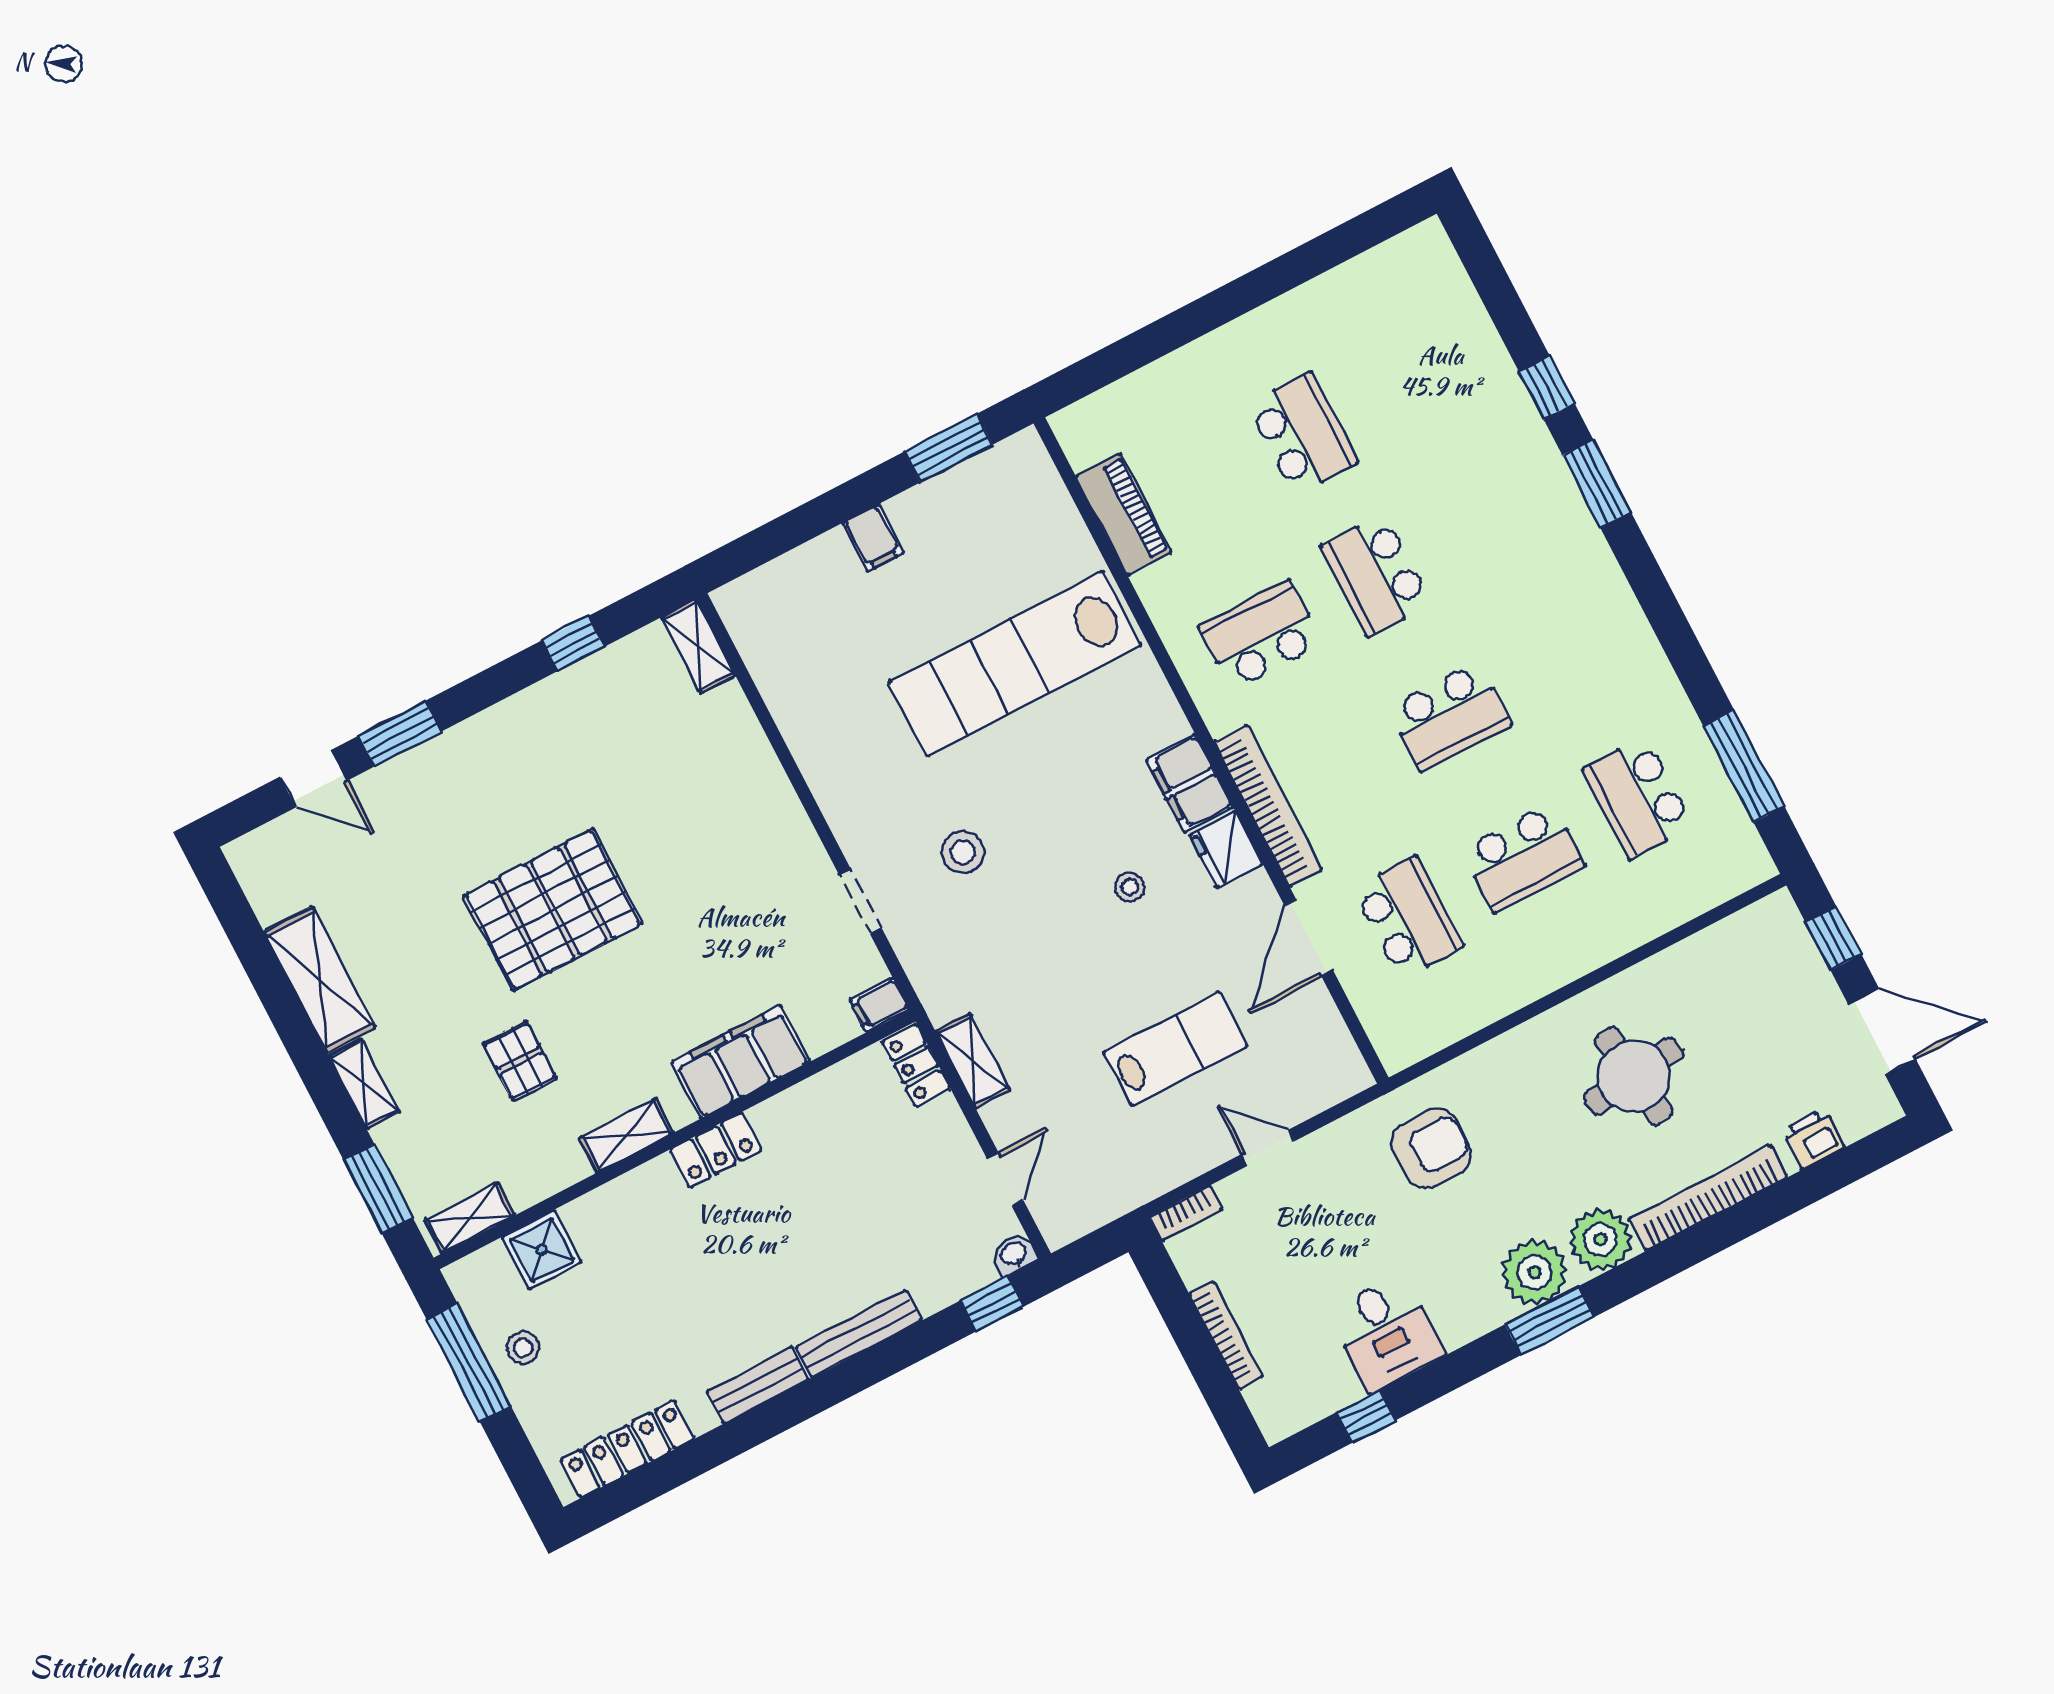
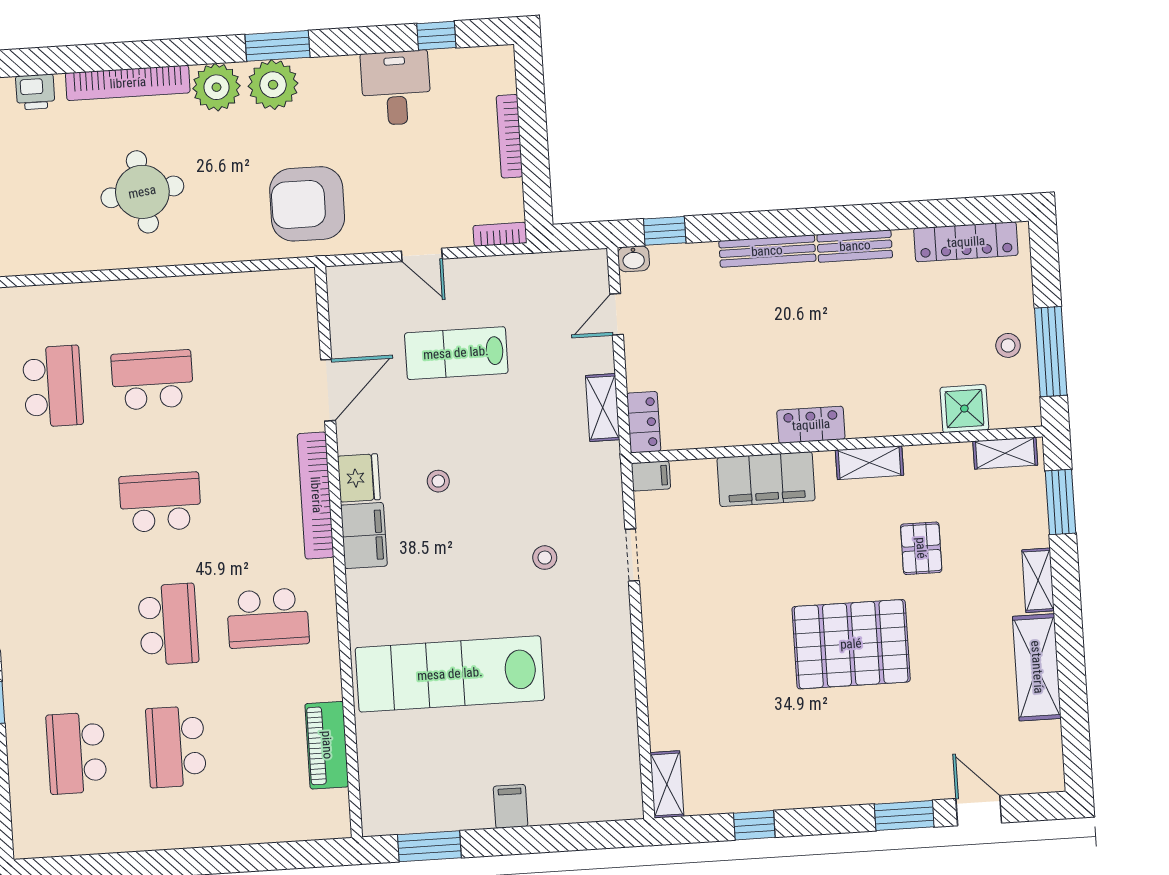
lab bench: (1015, 664) -> (450, 674), turned 180
stool: (963, 852) -> (545, 558), width x0.73, depth x0.73
school desk: (1408, 917) -> (76, 753), moved
armchair: (1431, 1148) -> (307, 204), width x1.36, depth x1.36

